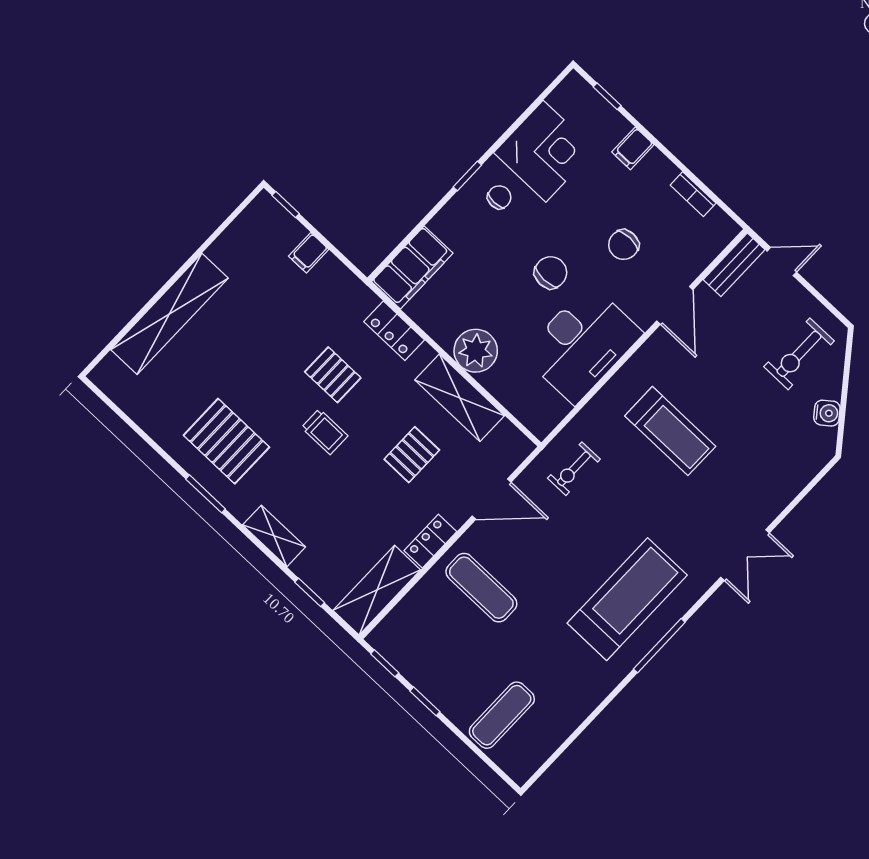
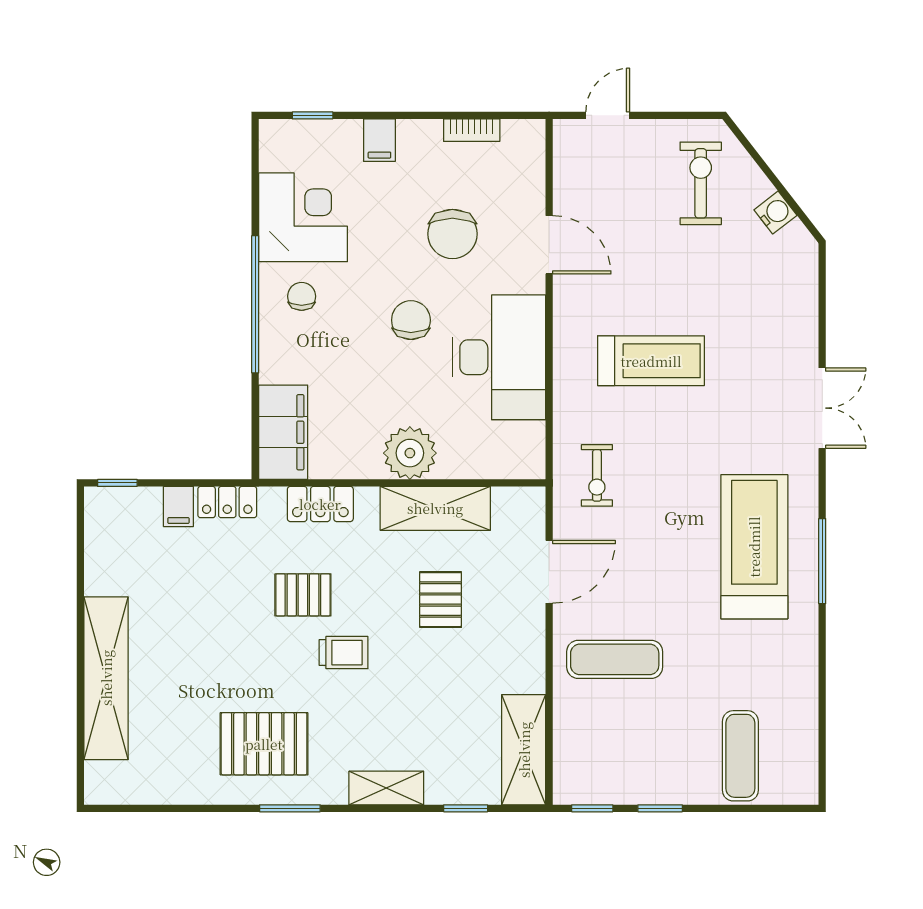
window: (467, 176) -> (255, 304), width x3.17
chair: (624, 245) -> (452, 234), width x1.37, depth x1.37
bench: (734, 265) -> (568, 159), removed
exercise bike: (799, 354) -> (701, 183), turned 180
locker: (430, 541) -> (227, 502), moved, turned -90

